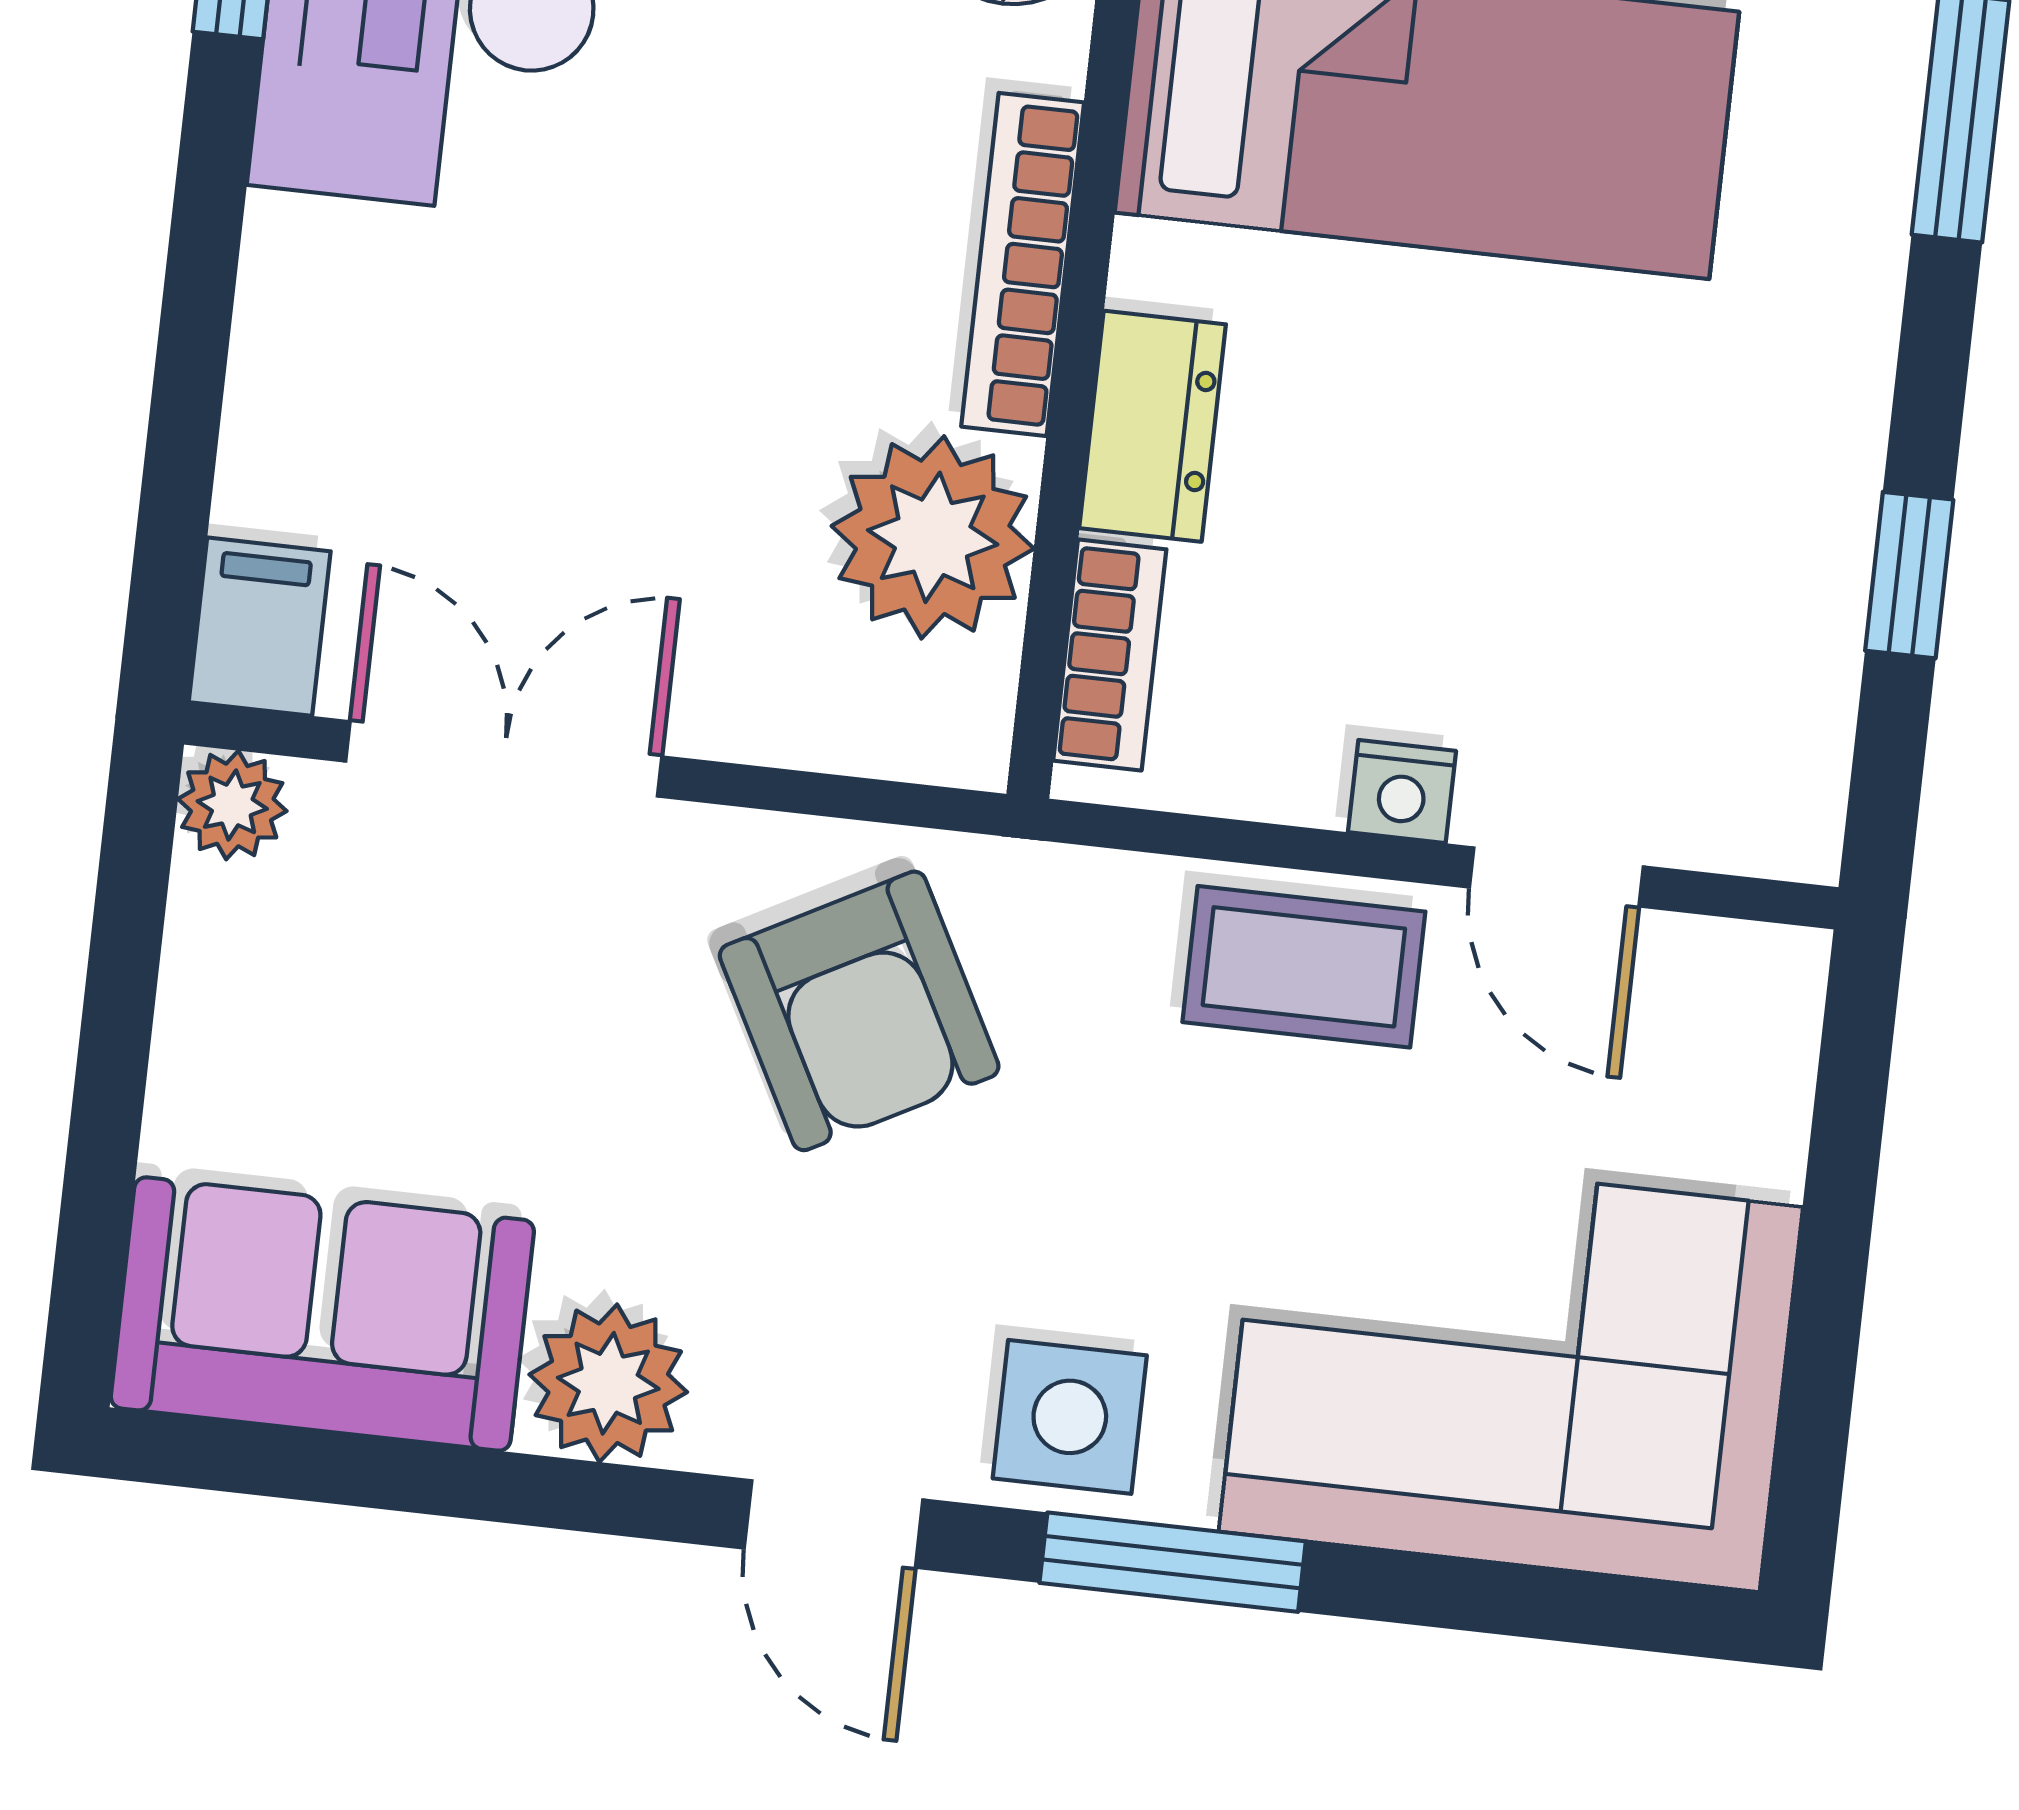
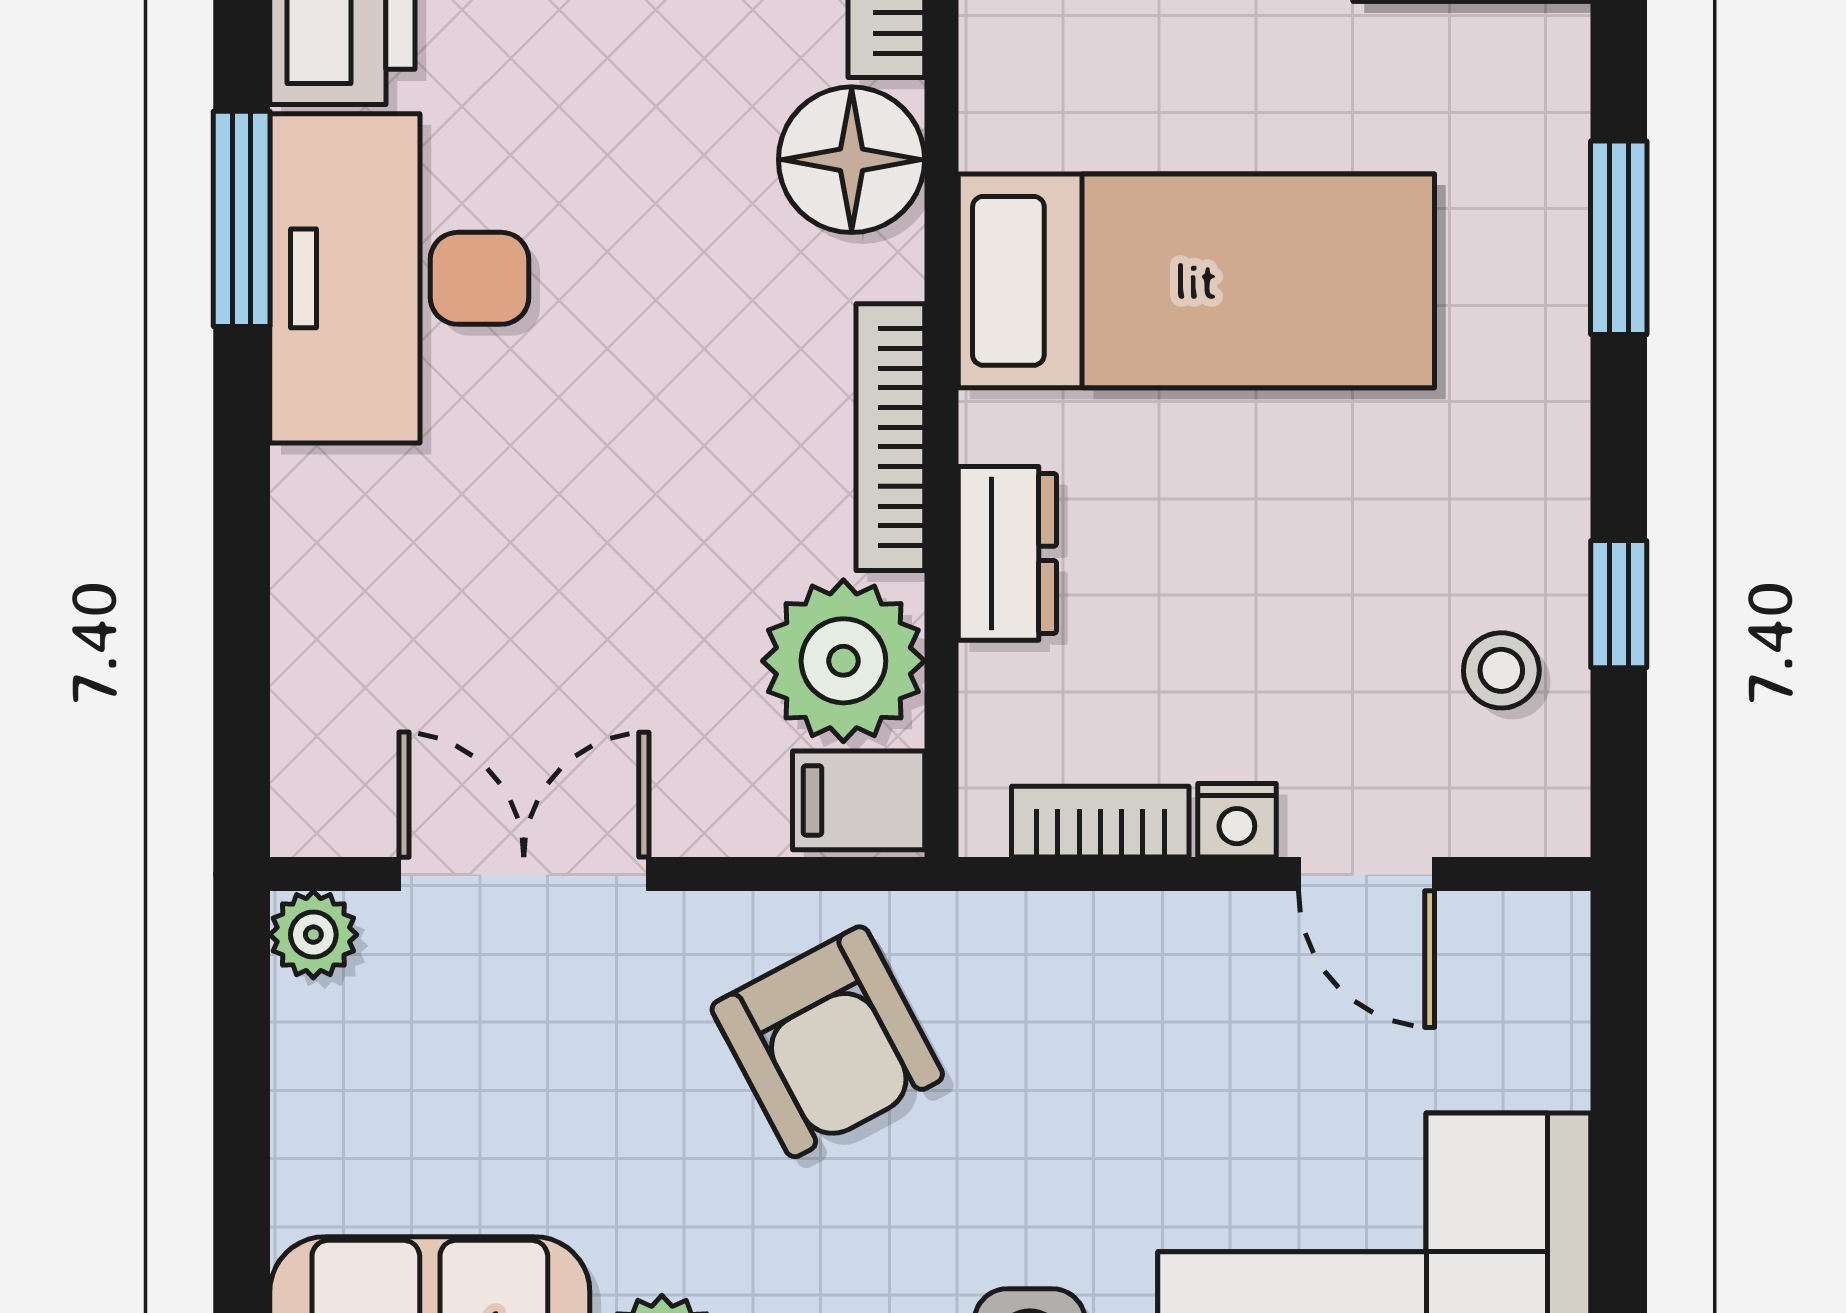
filing cabinet: (260, 627) -> (859, 800), moved, turned -90
stool: (1753, 641) -> (1501, 670), added
bookcase: (1110, 655) -> (1100, 822), moved, turned -90
coffee table: (1304, 967) -> (1175, 967), removed

